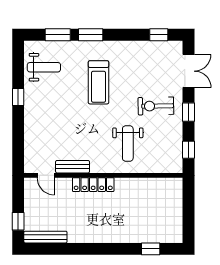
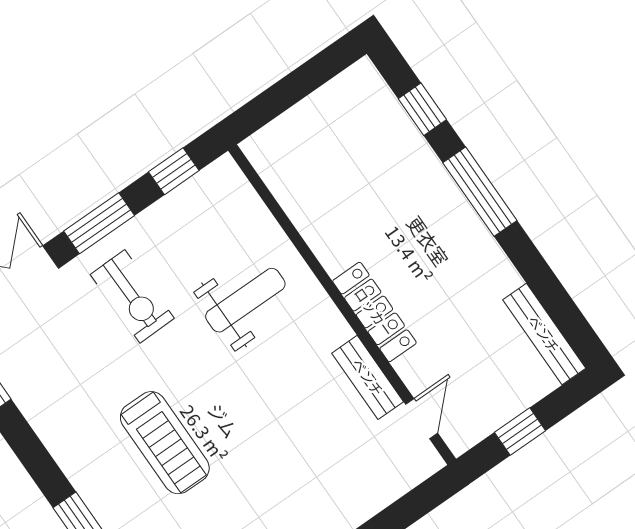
treadmill: (98, 82) -> (165, 443), turned 90
window: (189, 112) -> (99, 223), width x1.50
window: (18, 221) -> (520, 432), moved
window: (109, 249) -> (480, 192), added

